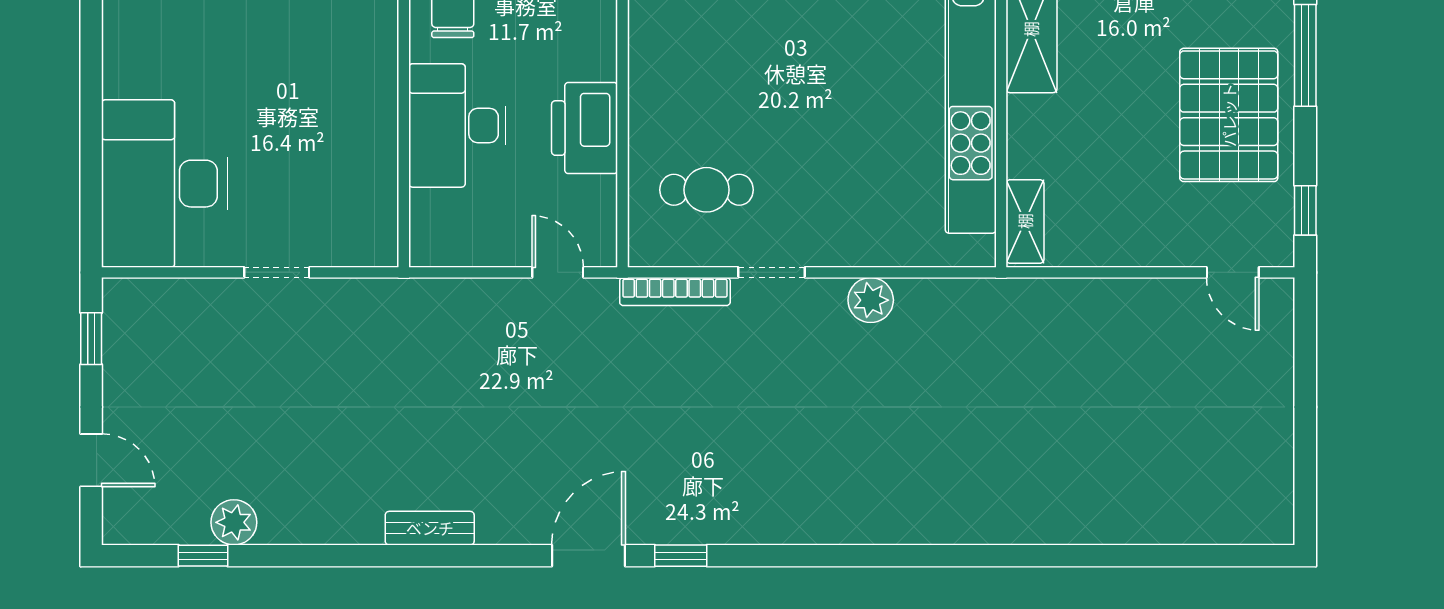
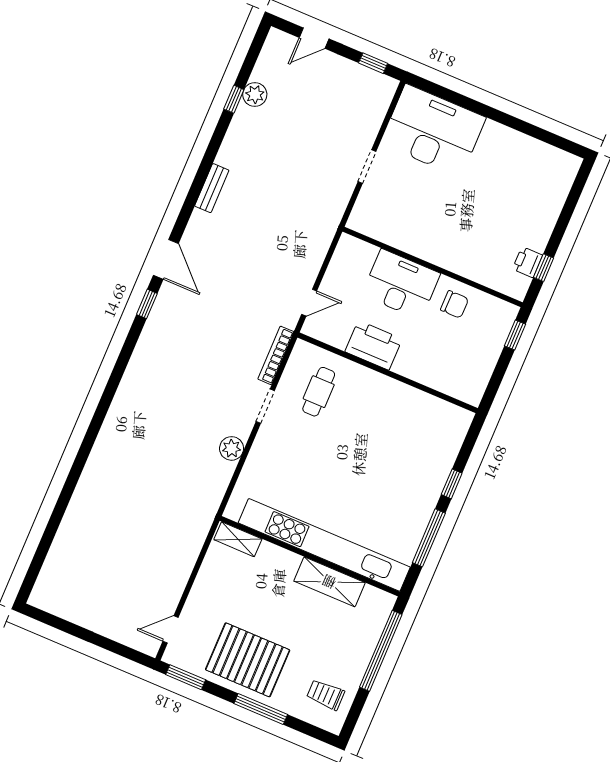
window: (1305, 210) -> (186, 677), width x1.50
window: (203, 556) -> (234, 99), moved

